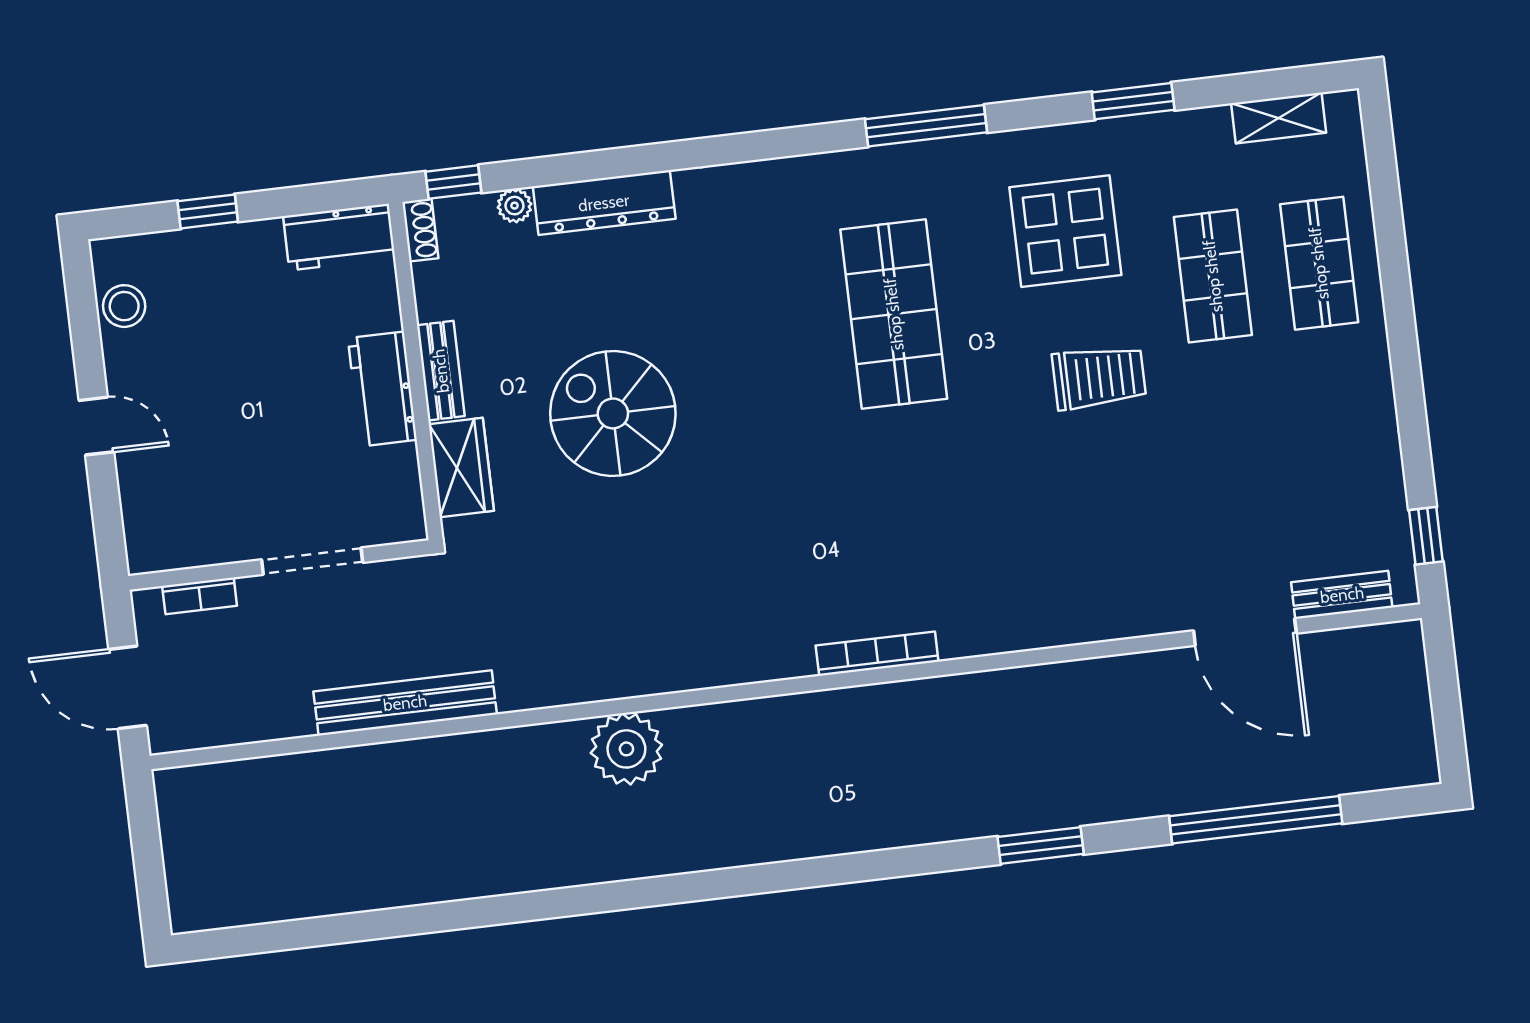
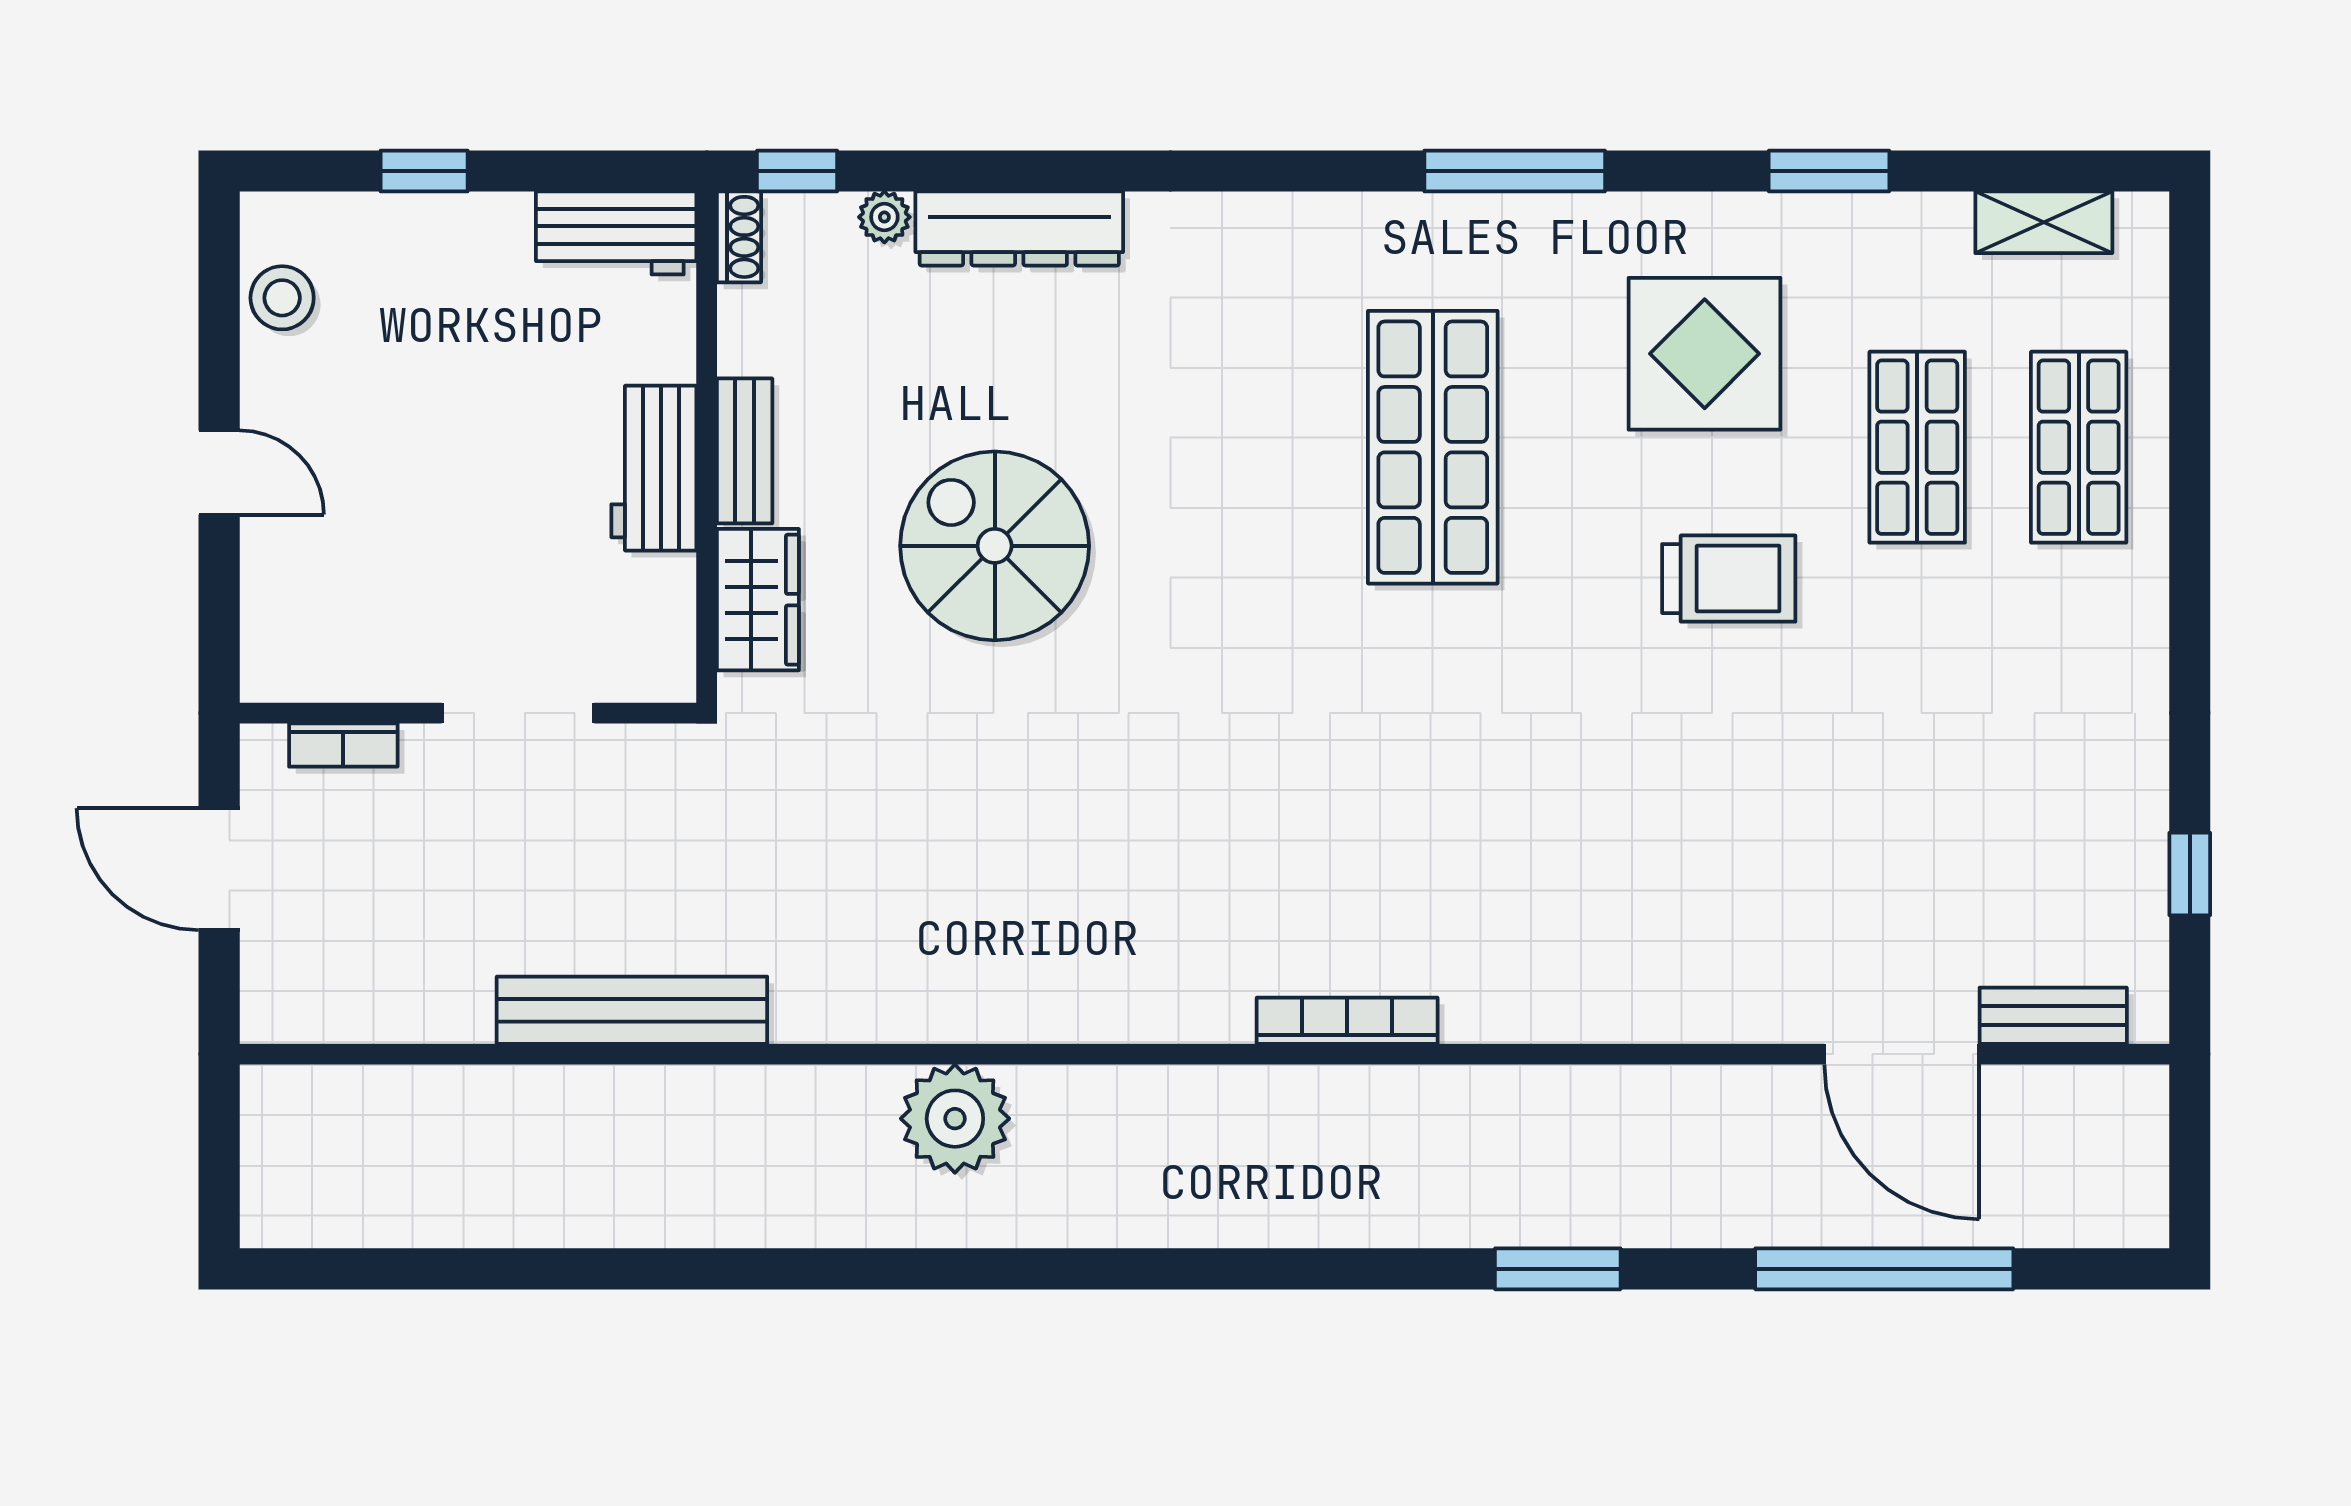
bench: (1342, 595) -> (2053, 1016), moved
door: (1245, 632) -> (1902, 1054), moved
bookcase: (877, 654) -> (1347, 1021), moved
wall: (786, 687) -> (1204, 1054), moved
bench: (405, 703) -> (632, 1010), moved
plant: (626, 749) -> (955, 1119), moved

